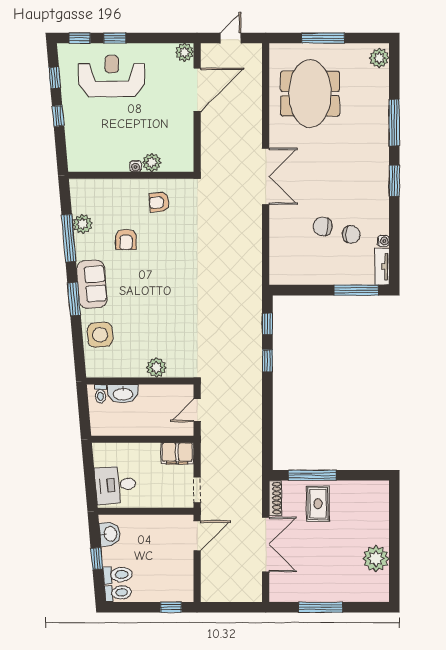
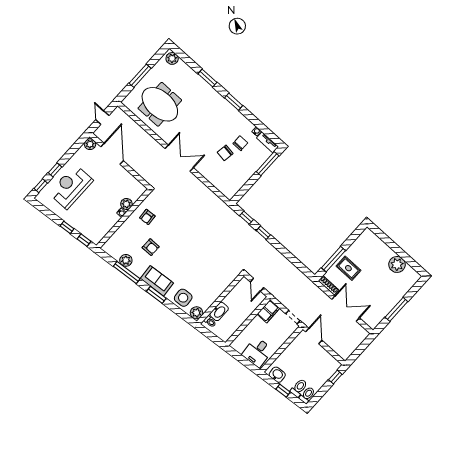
window: (55, 78) -> (84, 240), moved
window: (394, 123) -> (207, 78), width x0.69
plant: (156, 368) -> (196, 313), moved

